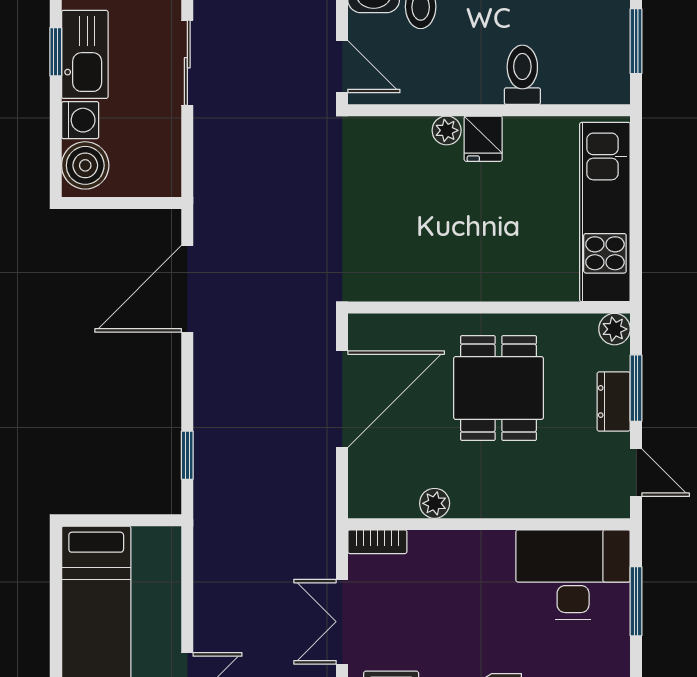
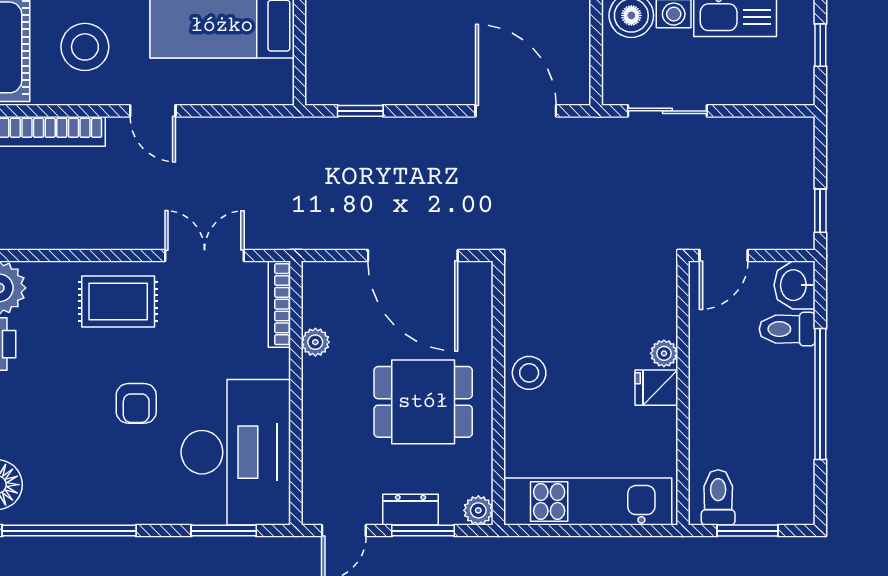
sliding door: (187, 63) -> (667, 111), moved
toilet: (522, 75) -> (718, 497), moved, turned -90
stool: (467, 275) -> (529, 373), added
bookcase: (377, 542) -> (279, 304), width x1.56
desk: (573, 575) -> (236, 452), width x1.36, depth x1.30

